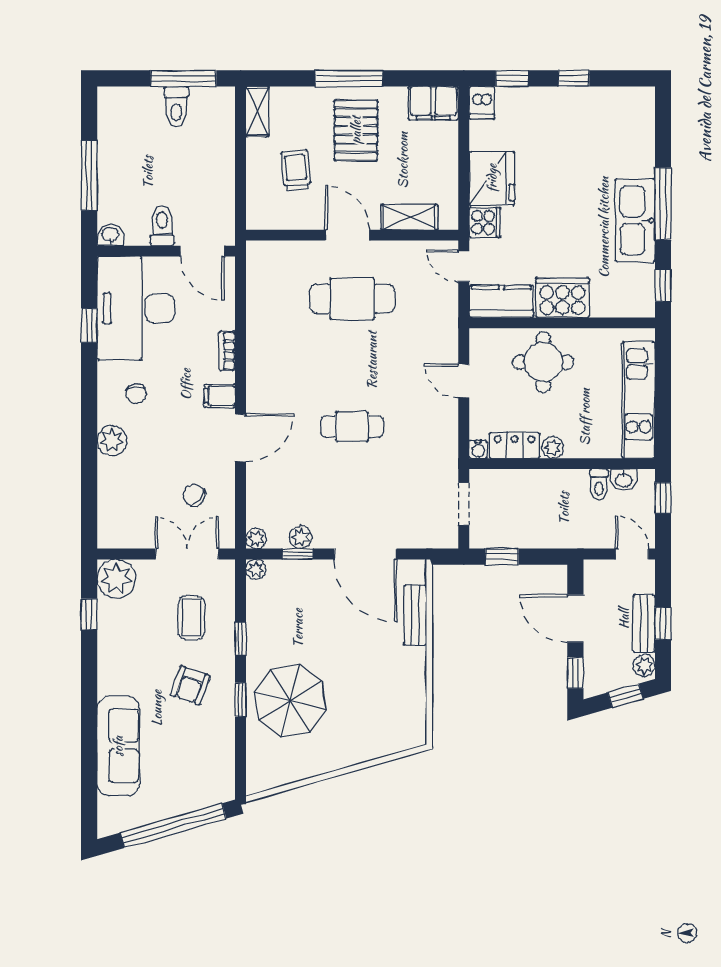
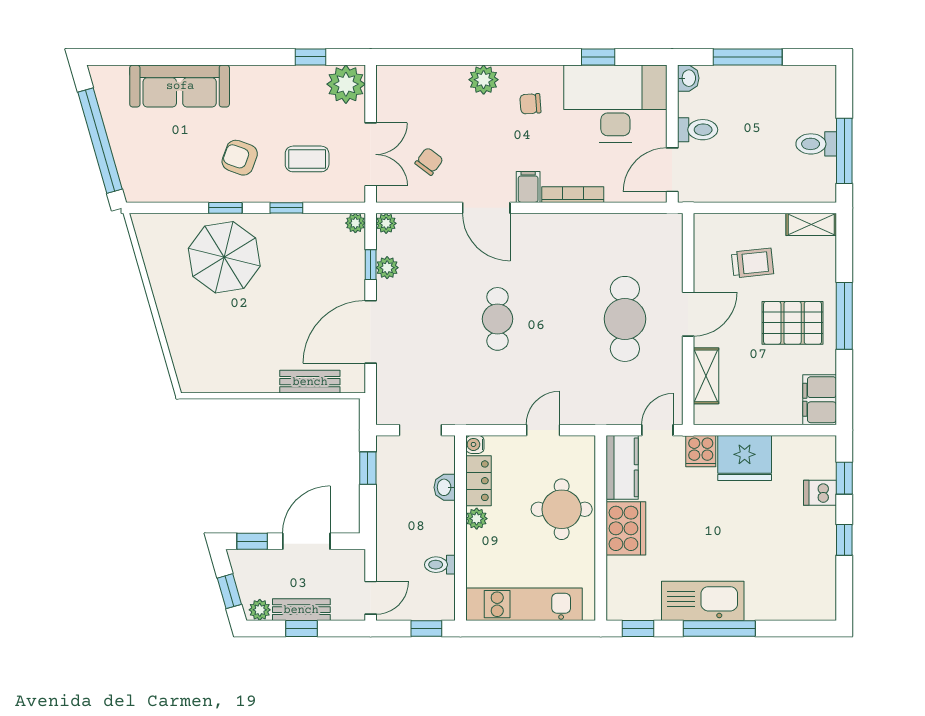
dishwasher: (482, 103) -> (820, 493), moved
bookcase: (227, 351) -> (573, 195), width x1.56
washbasin: (624, 480) -> (445, 487), moved

